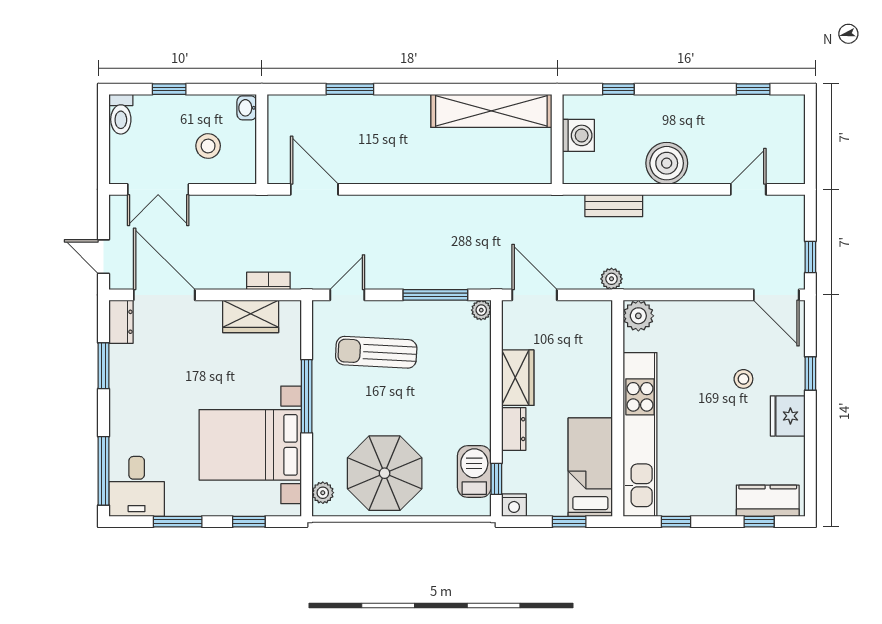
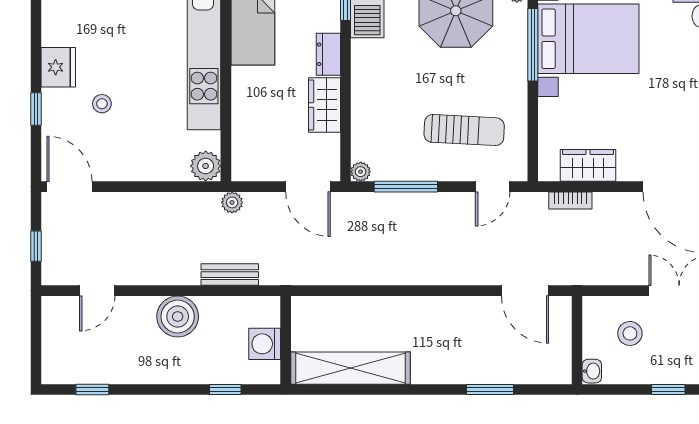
window: (810, 257) -> (36, 246), moved
window: (307, 396) -> (533, 45), moved

